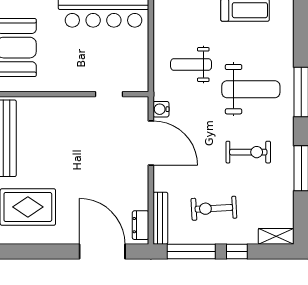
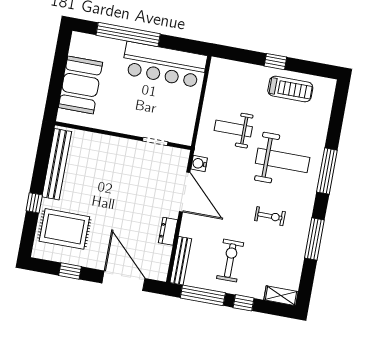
exercise bike: (248, 152) -> (270, 216), width x0.73, depth x0.72
exercise bike: (214, 208) -> (230, 261), turned 93
dresser: (141, 225) -> (168, 231), moved
window: (42, 251) -> (70, 271), added

